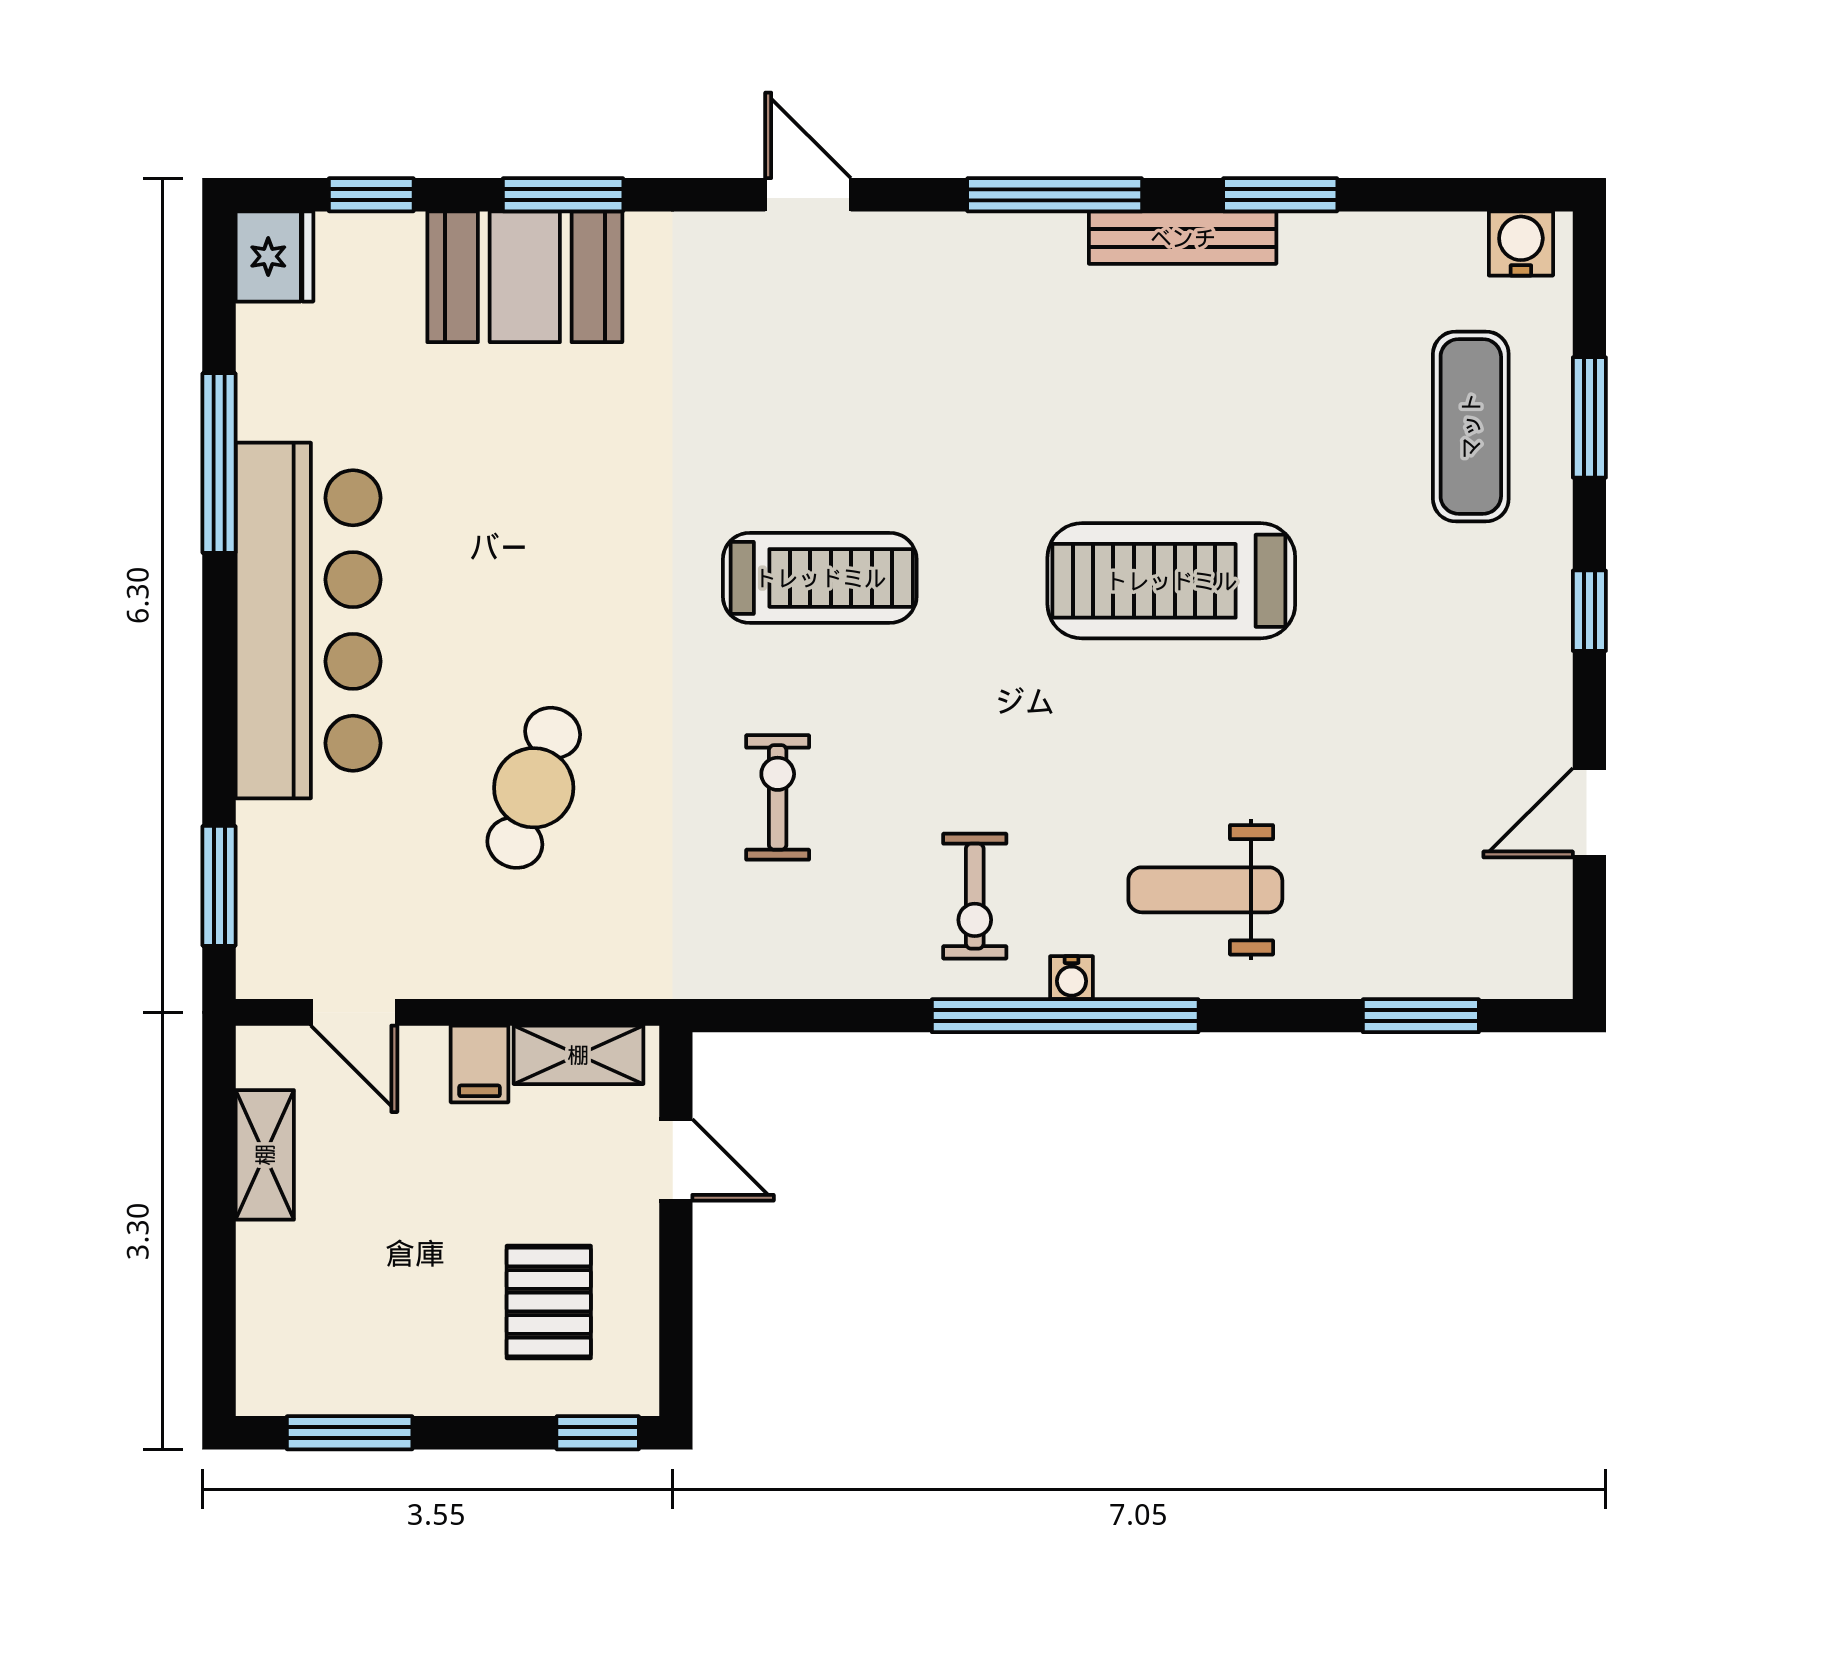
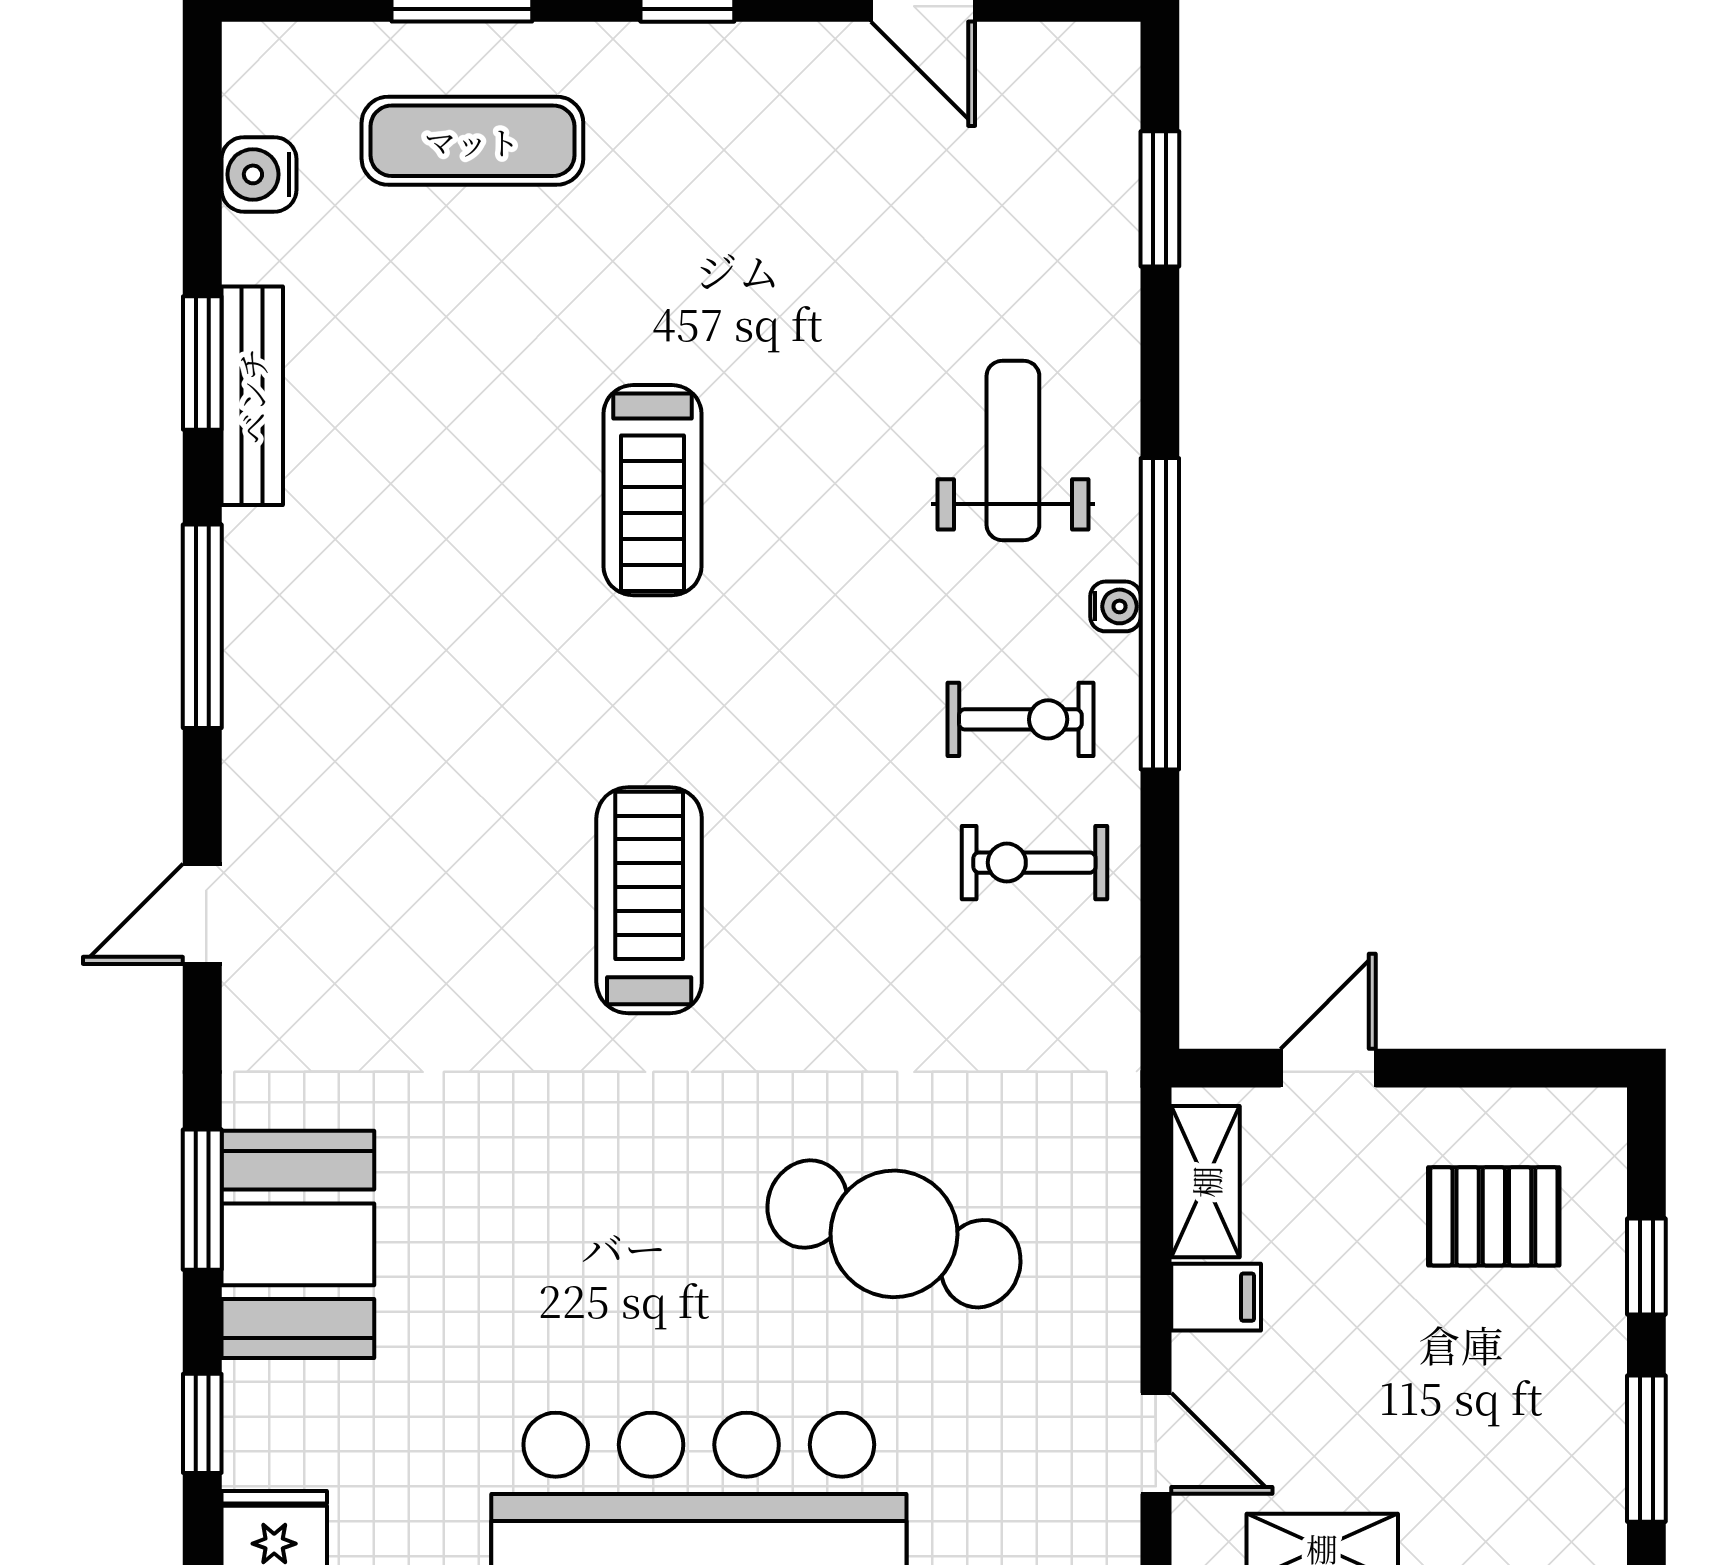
bench: (1183, 238) -> (252, 396), moved
water cooler: (1521, 243) -> (259, 174), moved
treadmill: (1171, 581) -> (652, 490), width x0.73, depth x0.73
cafe table: (534, 788) -> (894, 1234), width x1.37, depth x1.35
exercise bike: (778, 797) -> (1034, 863), moved
weight bench: (1205, 890) -> (1013, 450), turned 180
door: (354, 1012) -> (1156, 1443), hinge flipped
window: (598, 1433) -> (1646, 1266), moved

